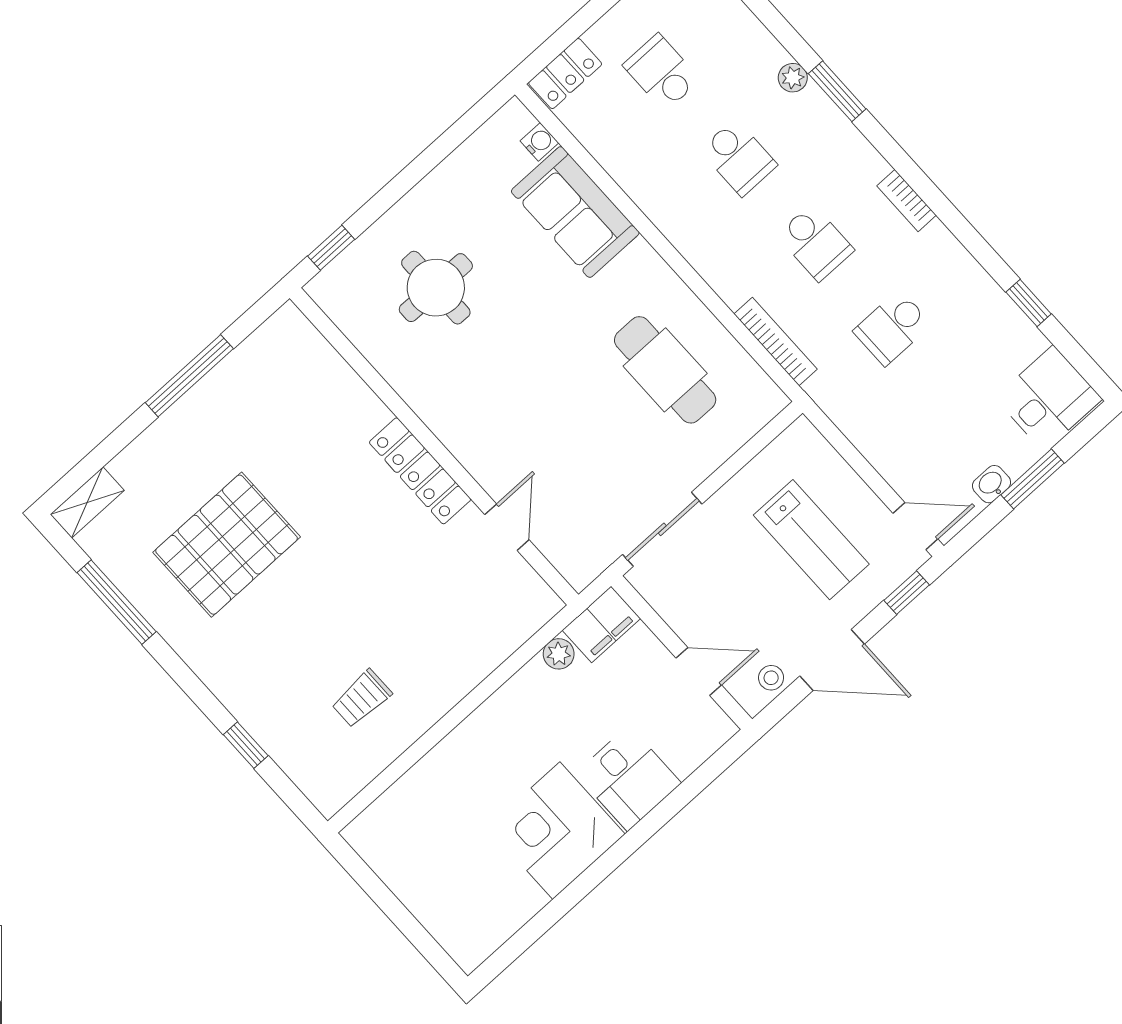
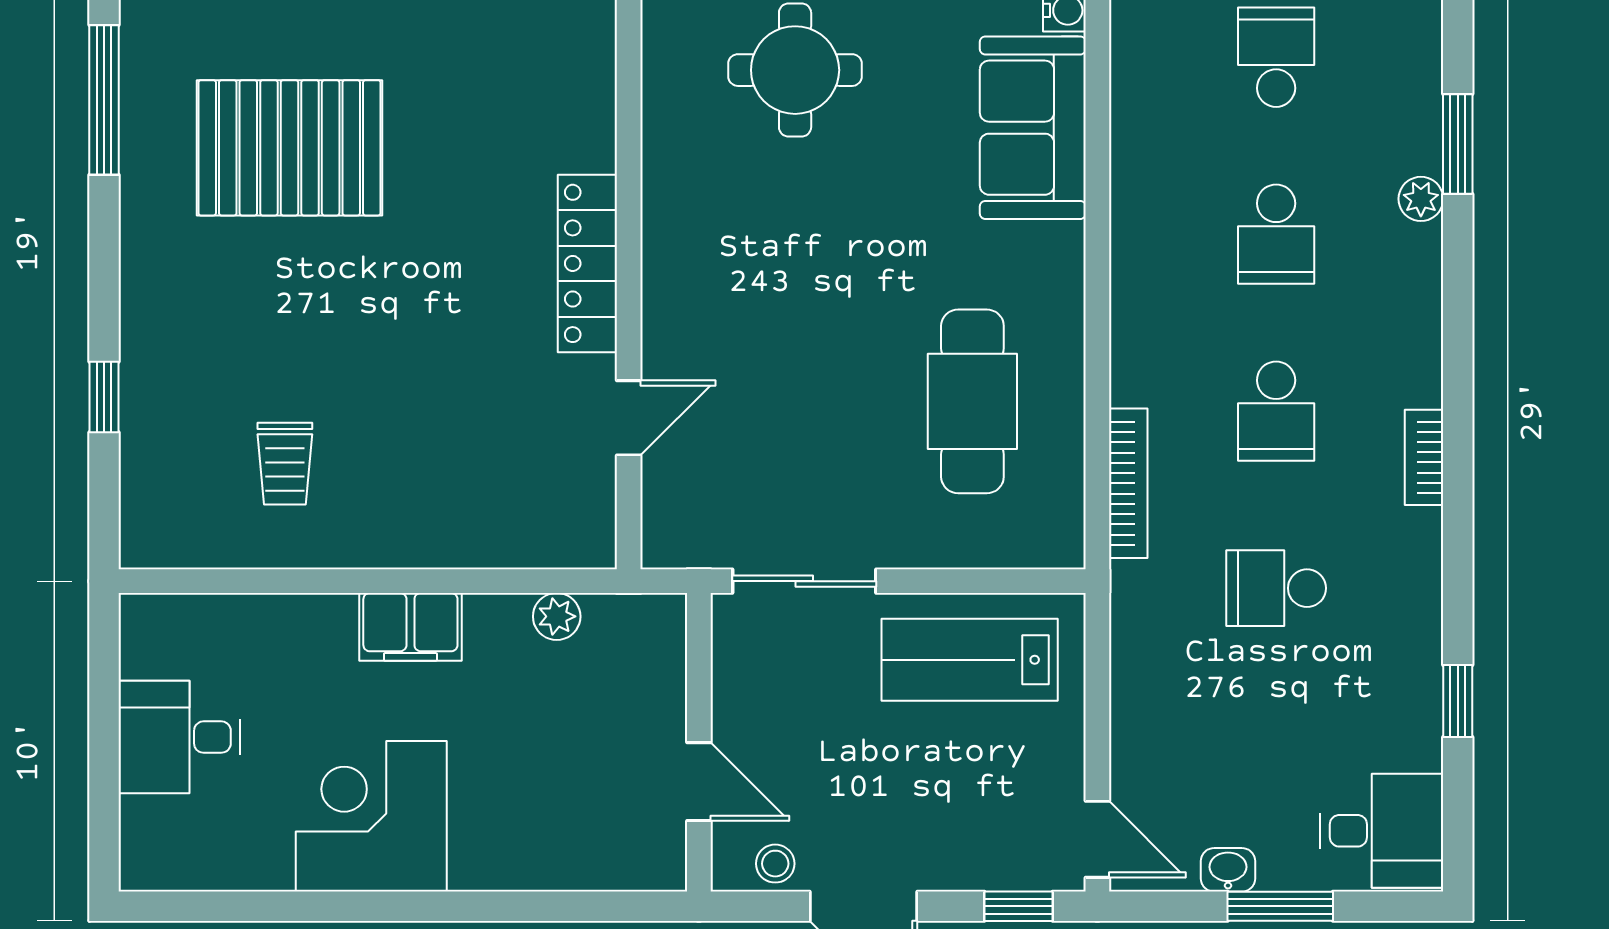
window: (837, 91) -> (1458, 144), moved
lab bench: (811, 540) -> (970, 660), moved, turned 90
filing cabinet: (601, 624) -> (410, 627), moved
trolley: (362, 698) -> (285, 464), turned -90
desk: (628, 778) -> (180, 737), moved, turned 90

